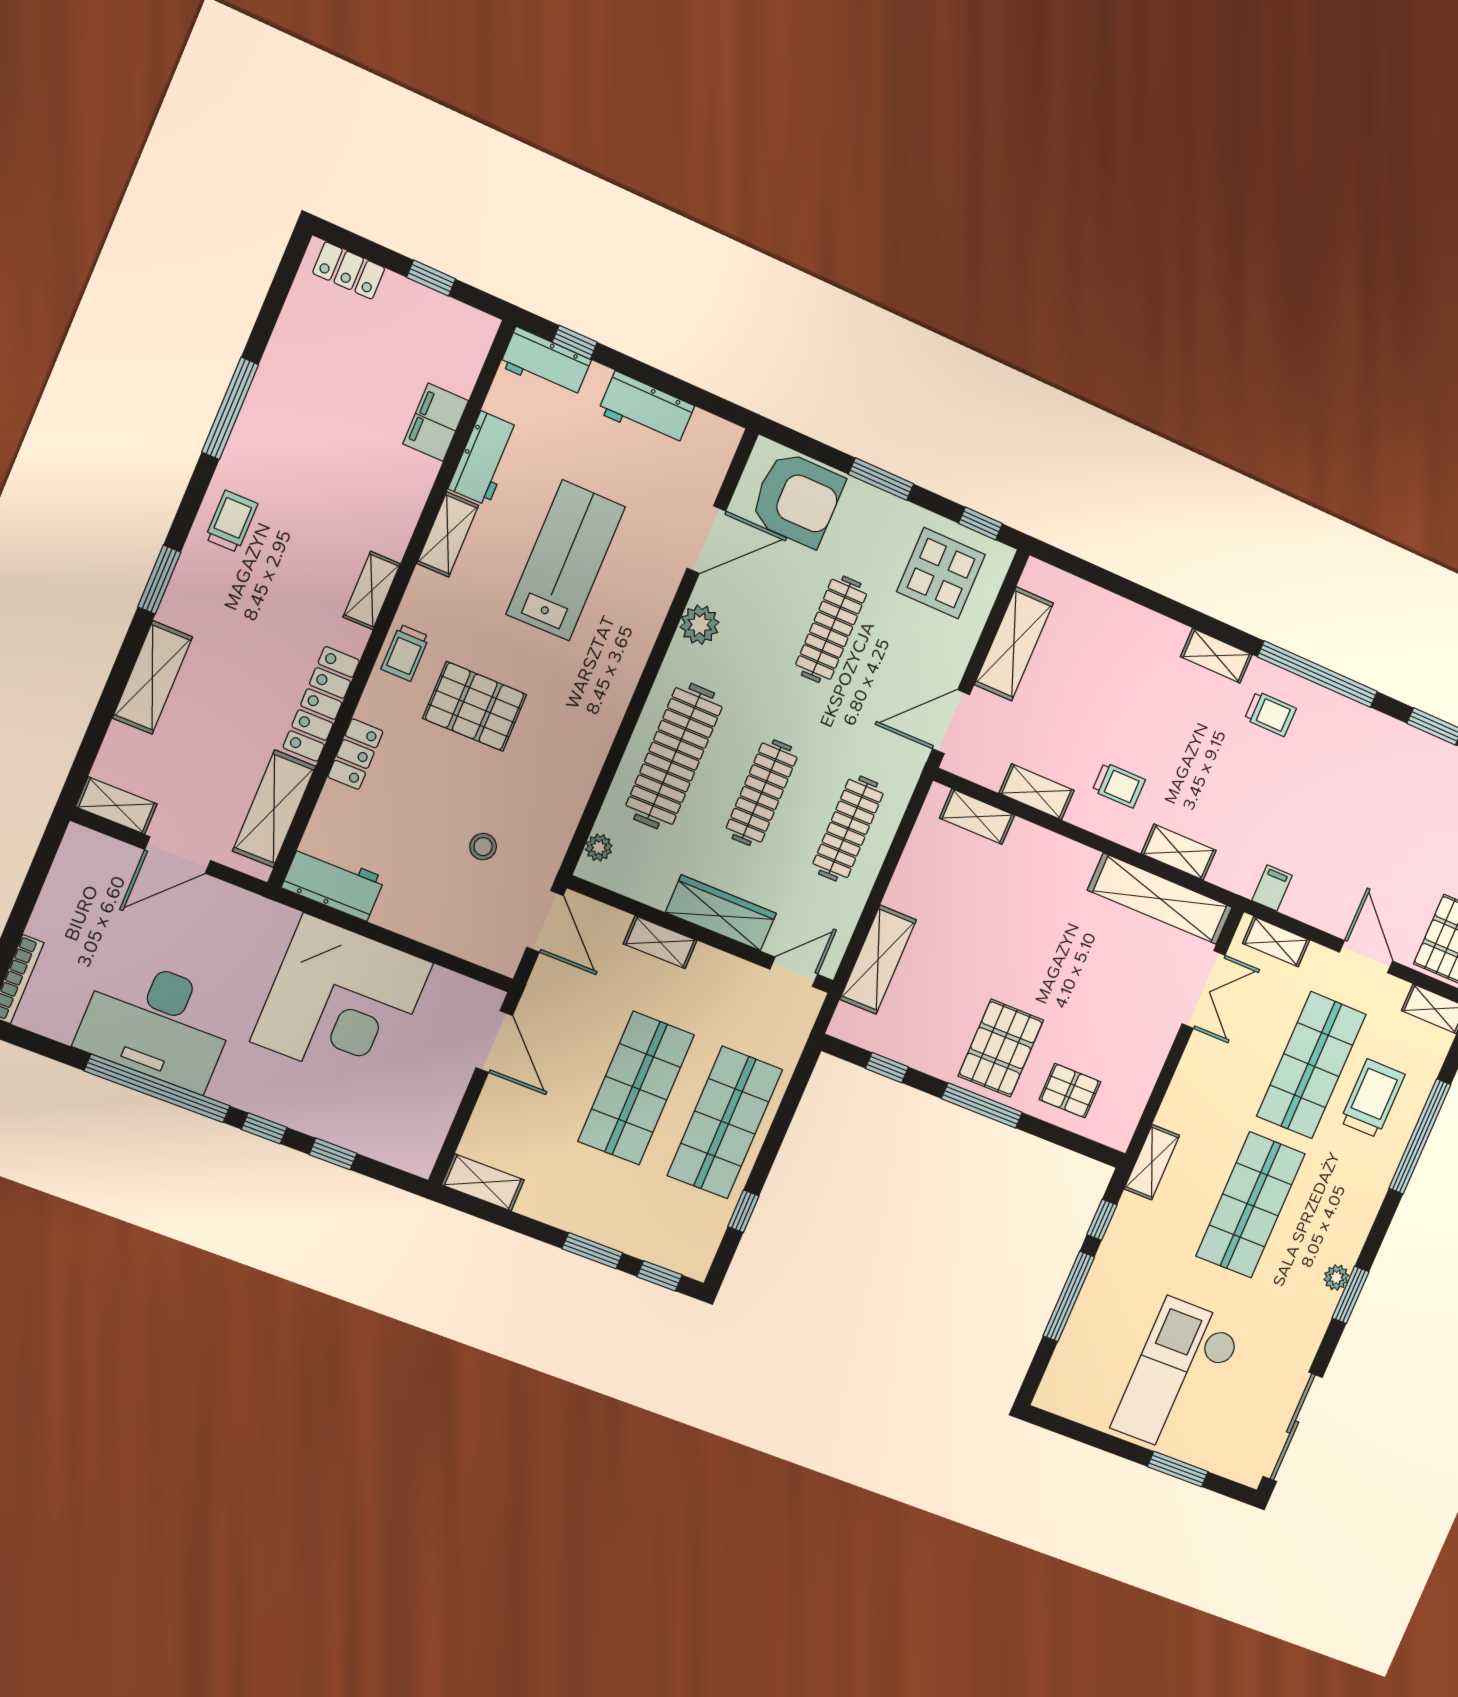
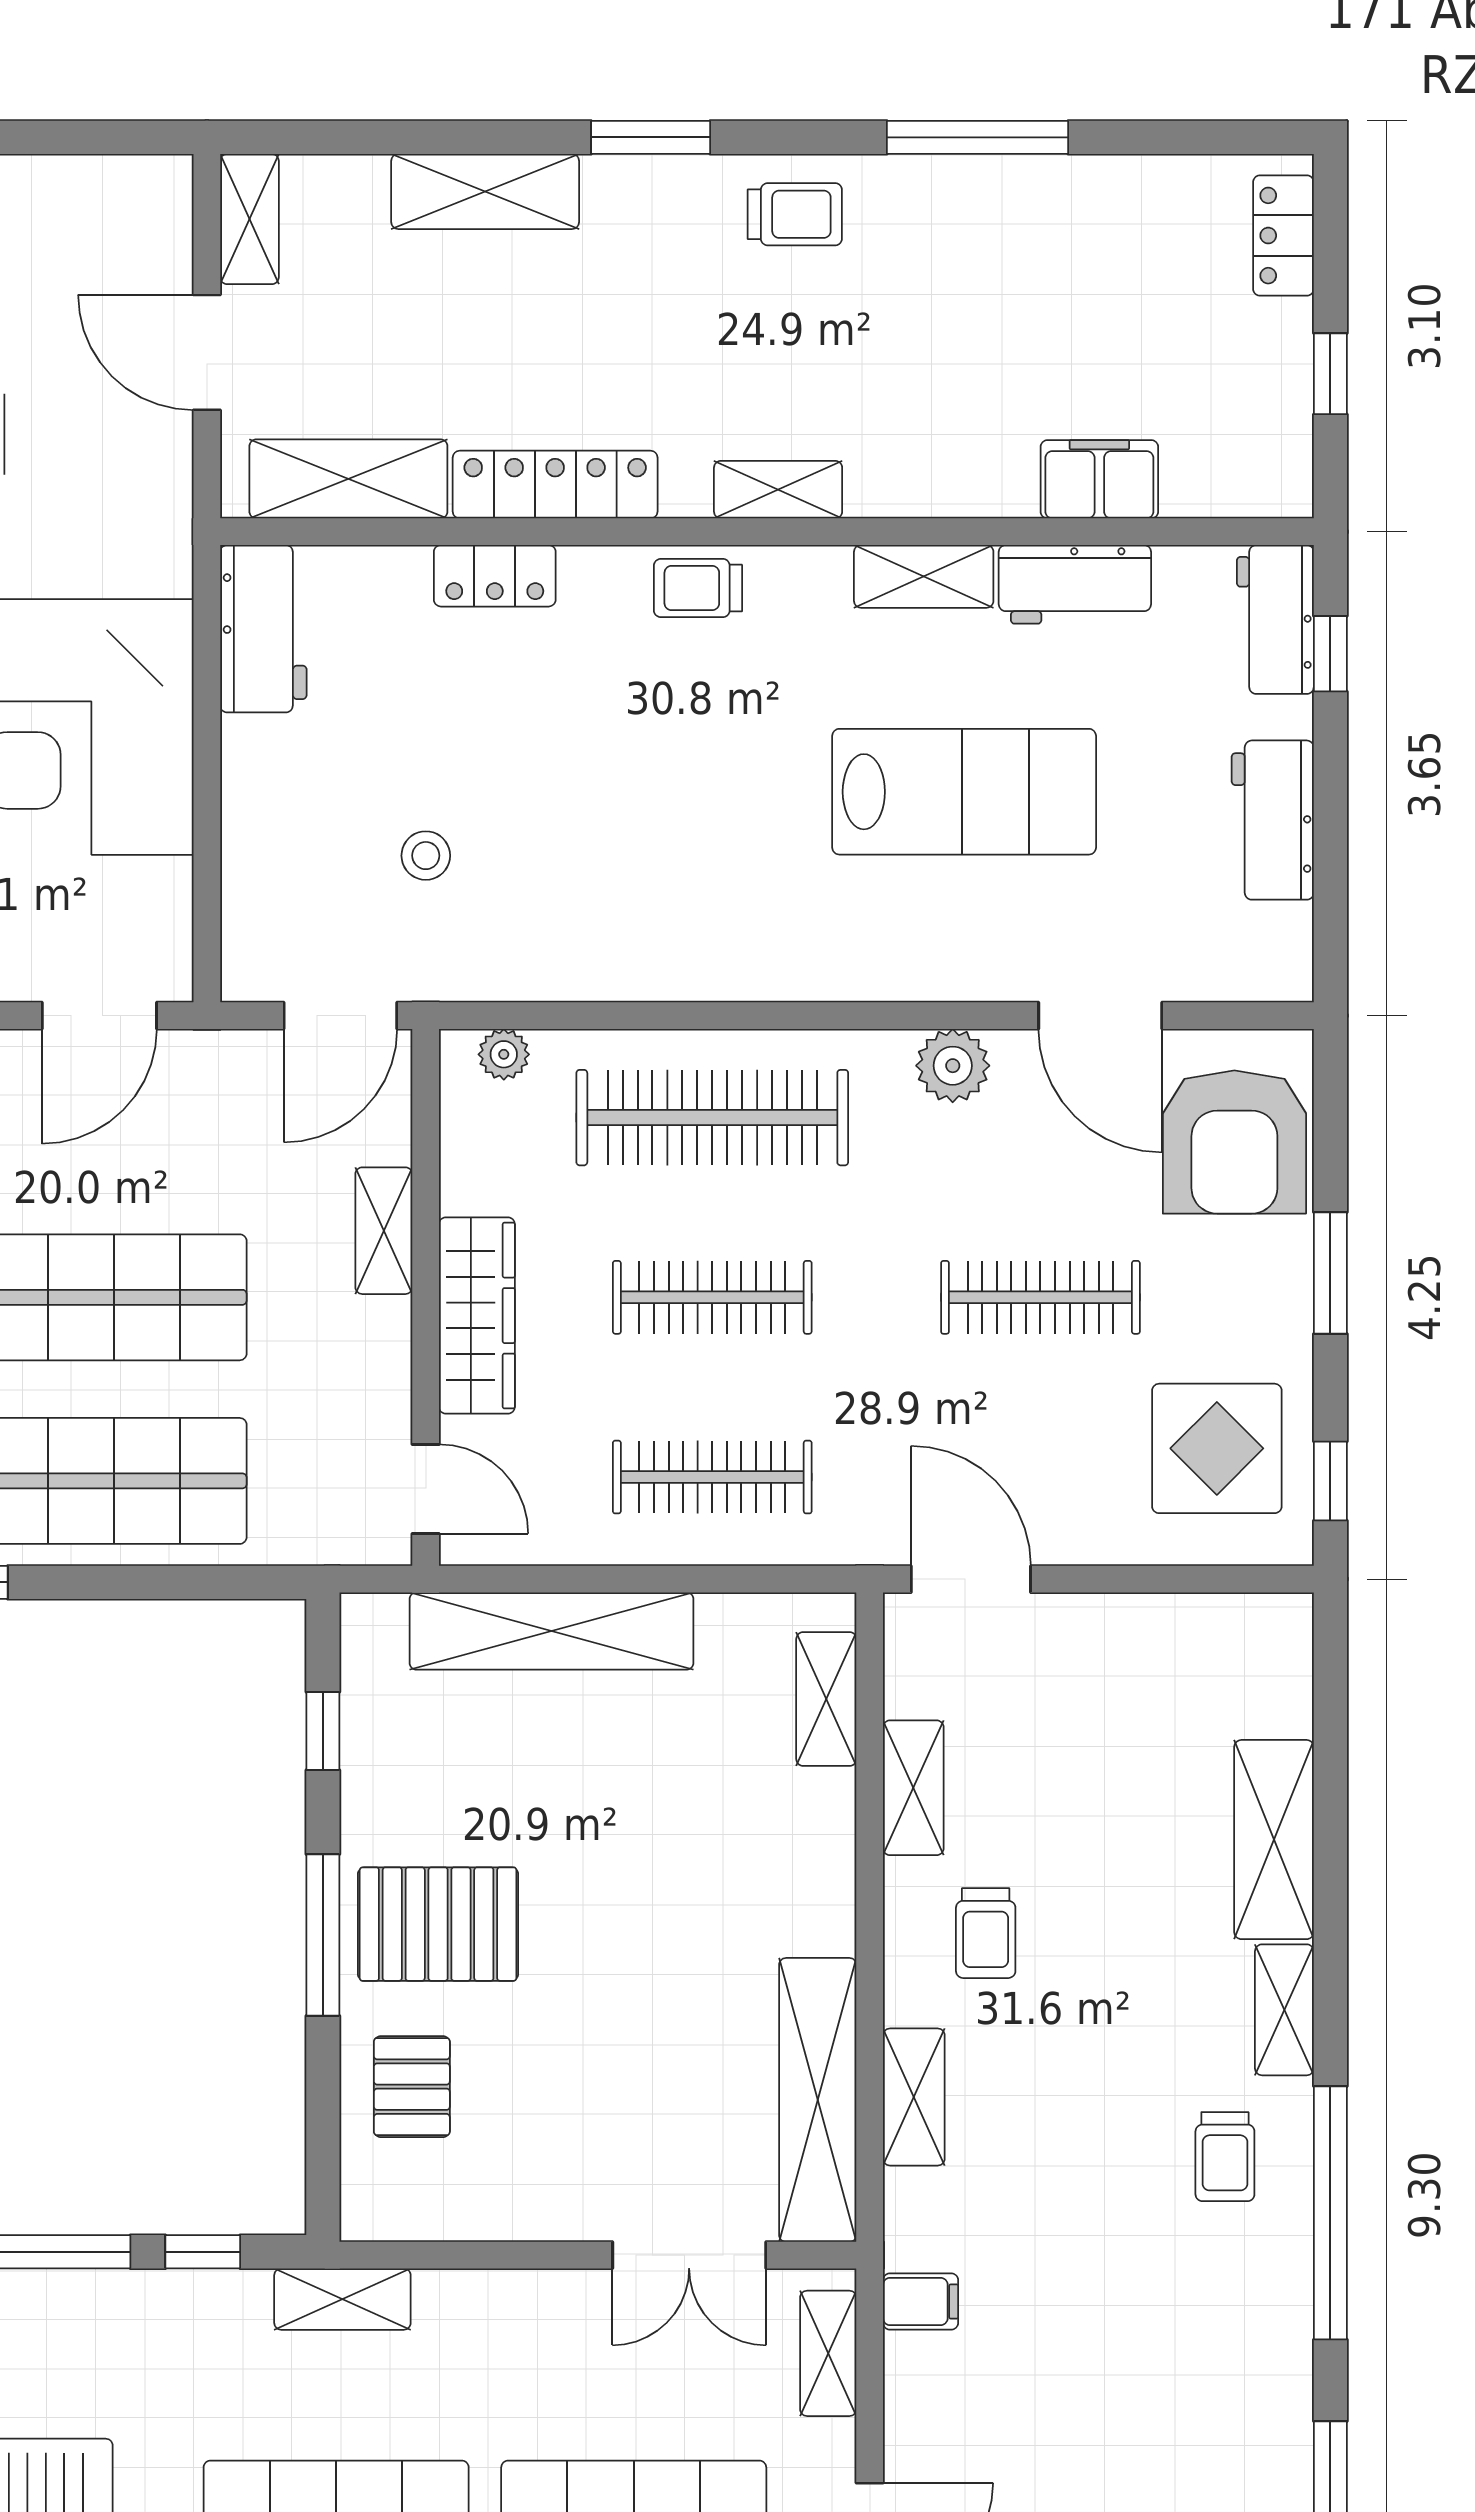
shelving: (1014, 644) -> (1274, 1840), moved, turned 90
pallet: (475, 706) -> (657, 742), removed
shelving: (878, 960) -> (551, 1631), width x1.47

